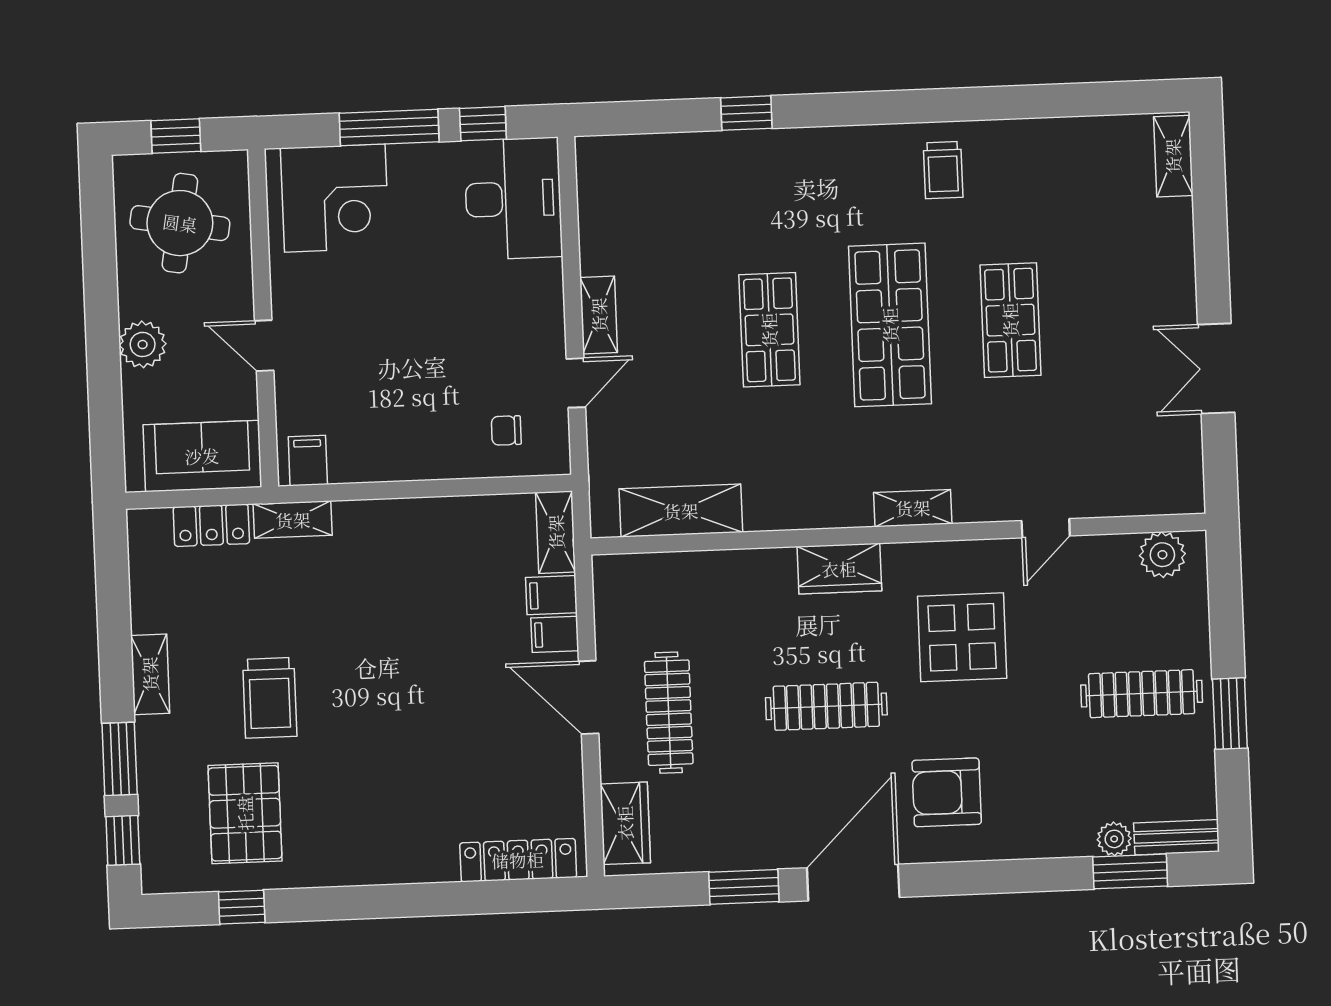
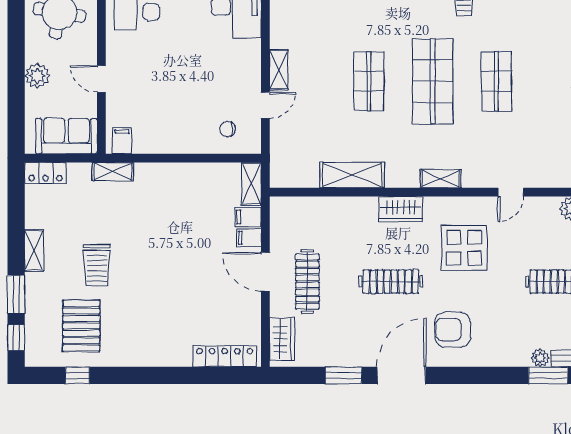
shelving: (681, 511) -> (352, 175), moved
locker: (211, 525) -> (46, 173), moved

